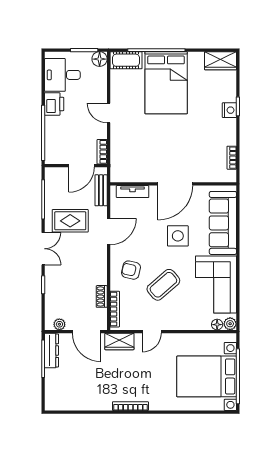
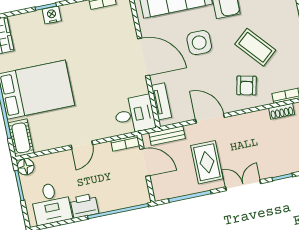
desk: (126, 165) -> (135, 114), added

